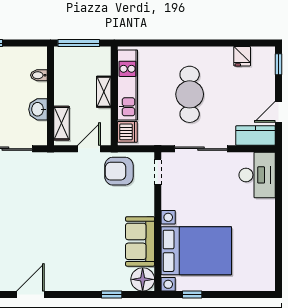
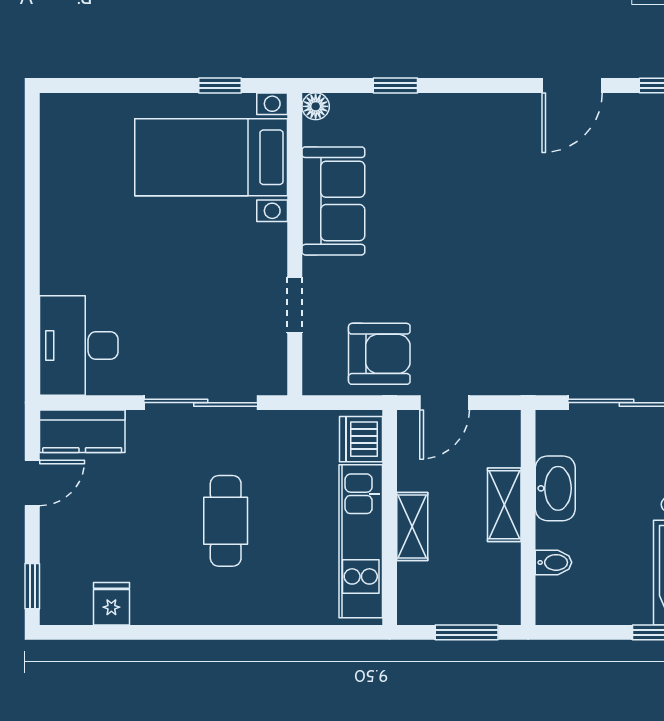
window: (79, 43) -> (467, 632), width x0.69
cafe table: (190, 94) -> (226, 521), width x0.73, depth x0.74
washbasin: (38, 109) -> (555, 488), width x1.38
shelving: (62, 123) -> (504, 505), moved
doorway: (158, 172) -> (295, 305), moved
bed with nightstands: (196, 251) -> (211, 157), width x0.73
floor lamp: (143, 279) -> (316, 106), width x0.53, depth x0.53

